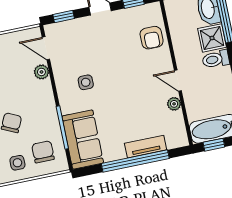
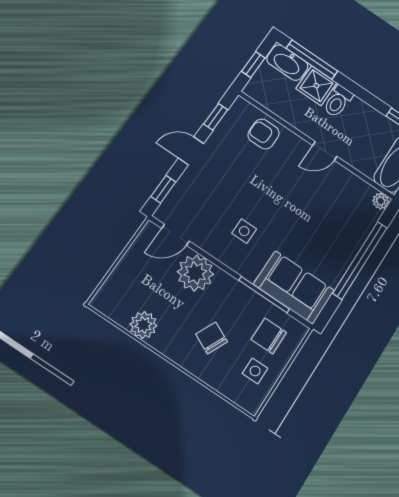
armchair: (152, 38) -> (264, 134), turned 180
plant: (41, 72) -> (195, 273), width x1.88, depth x1.88
plant: (174, 104) -> (381, 201), moved
tv unit: (146, 147) -> (356, 238), removed

